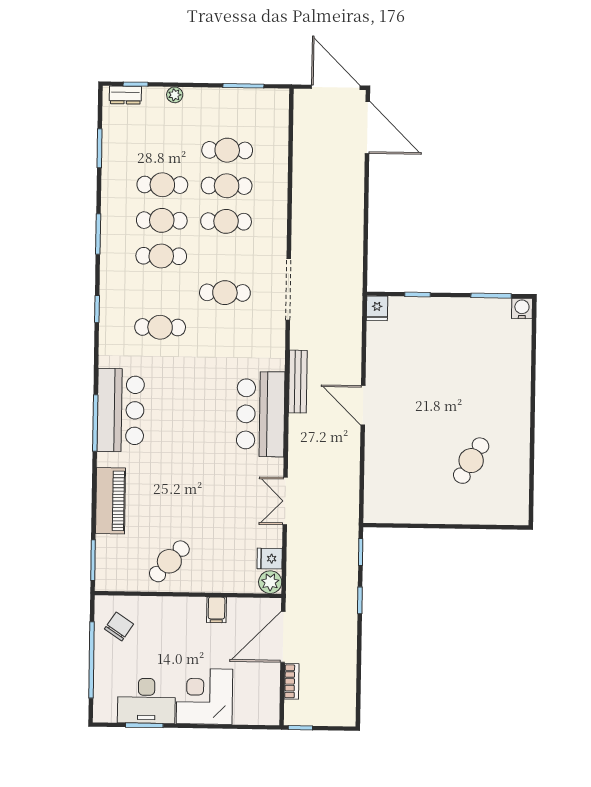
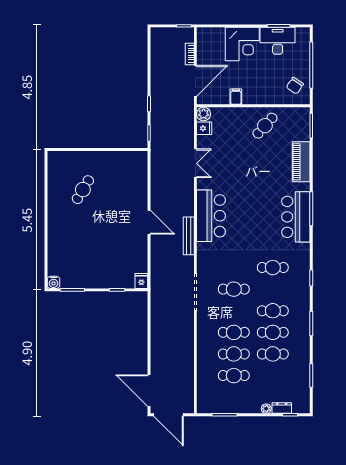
dresser: (125, 95) -> (282, 408), moved

